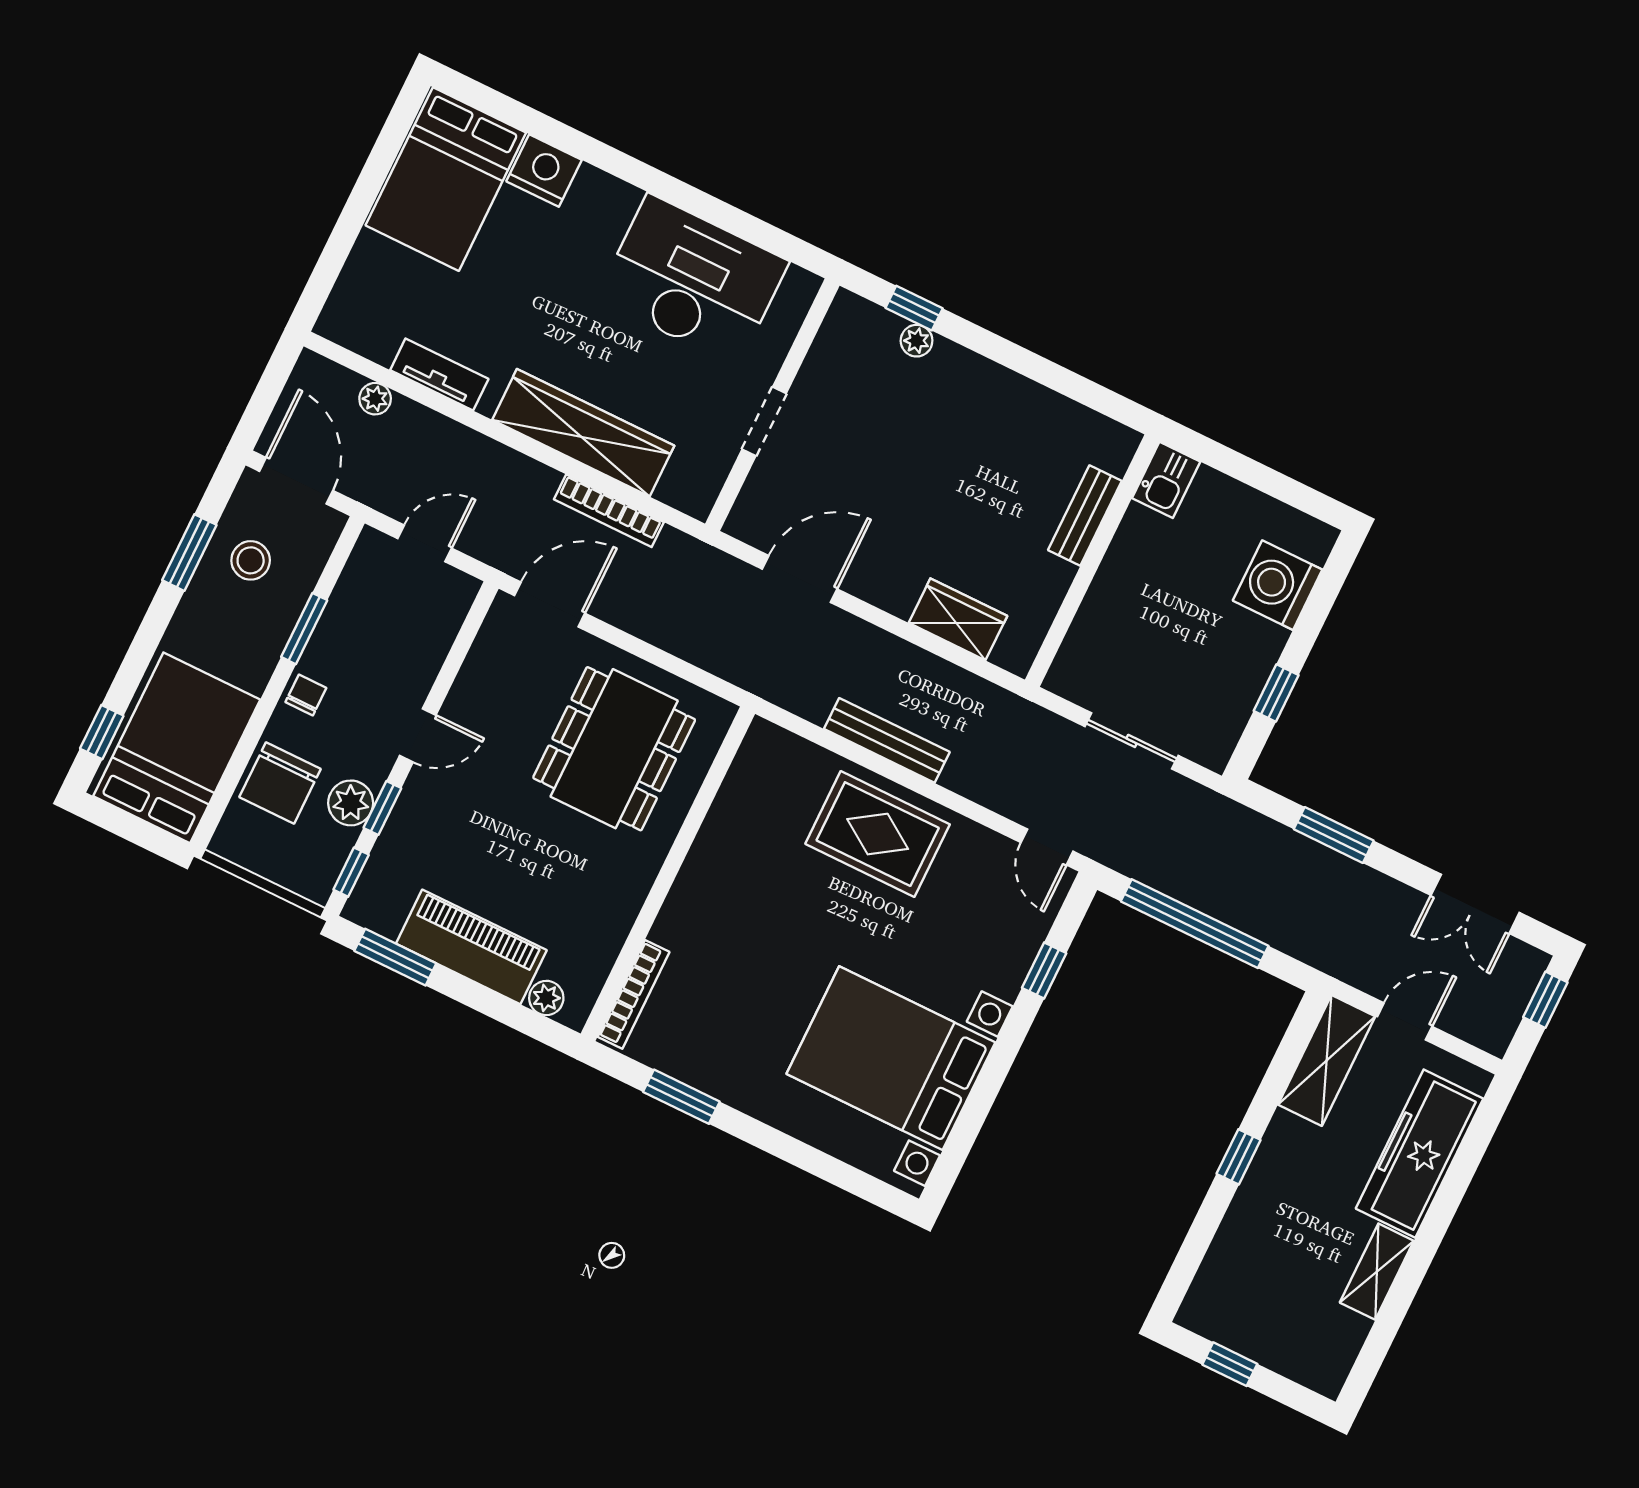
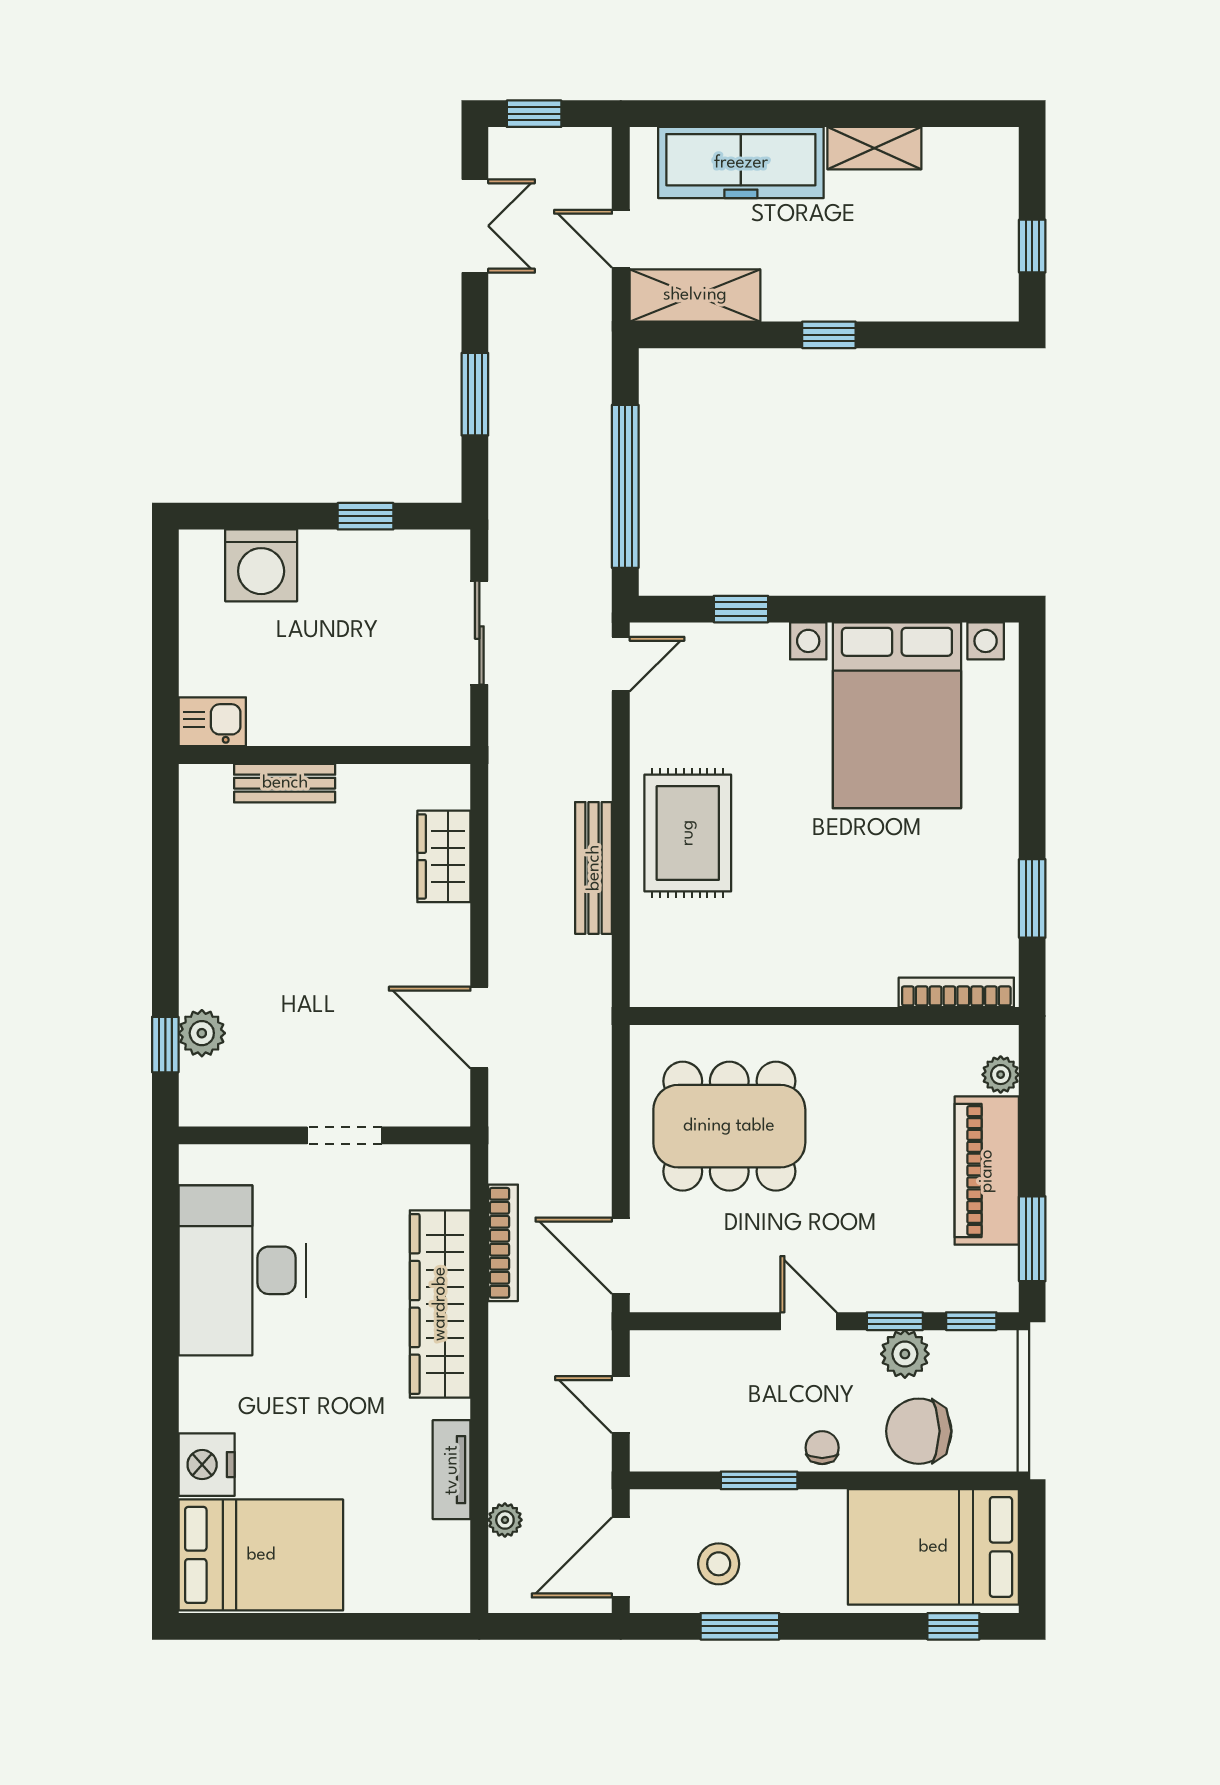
plant: (917, 341) -> (202, 1033), width x1.38, depth x1.38
chair: (306, 695) -> (822, 1448), turned 90
chair: (280, 783) -> (919, 1431), turned 180

